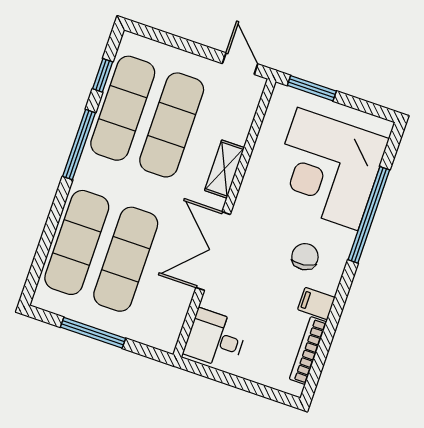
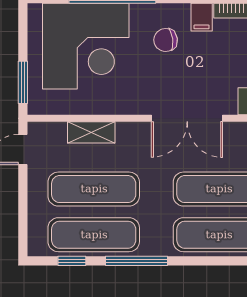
shelving: (224, 169) -> (91, 132), moved

